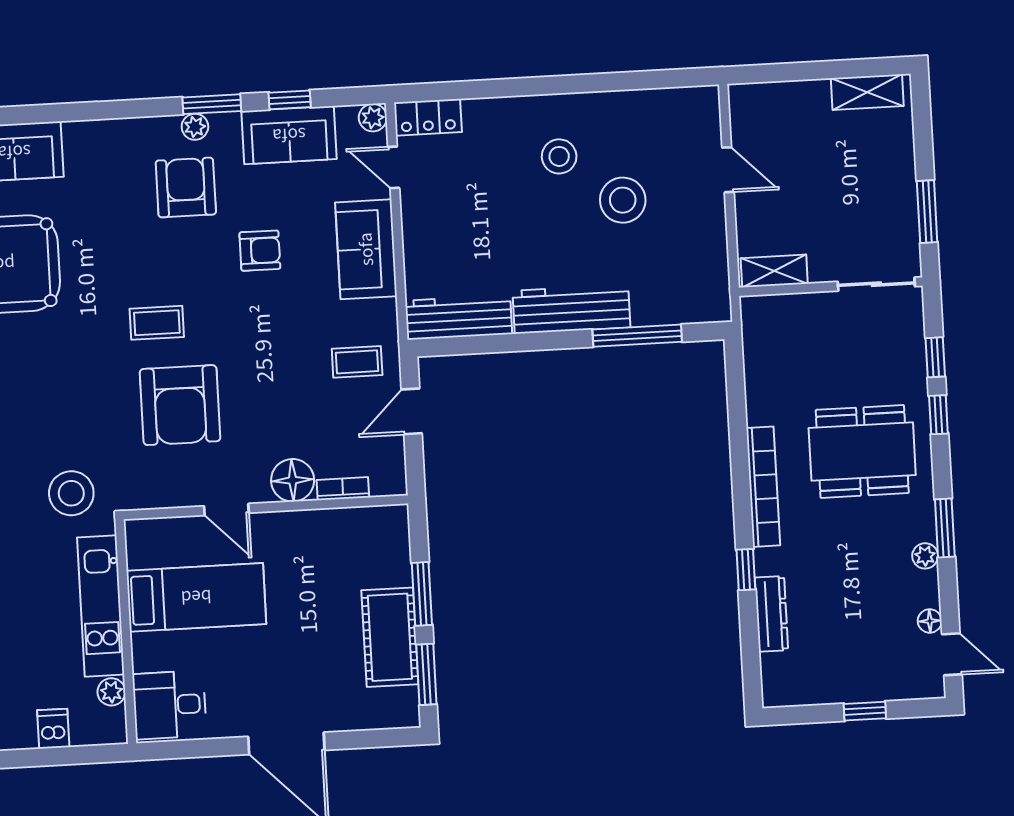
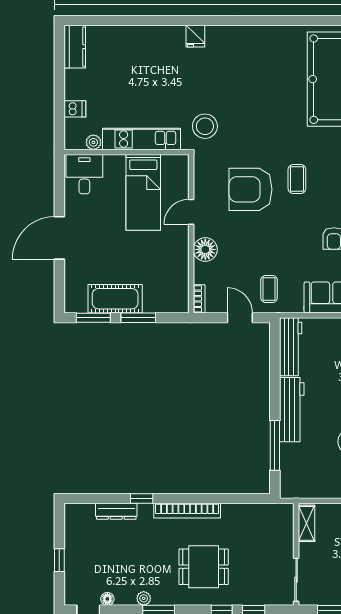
dining table: (862, 451) -> (204, 567), width x0.73
bookcase: (343, 489) -> (199, 299), moved

